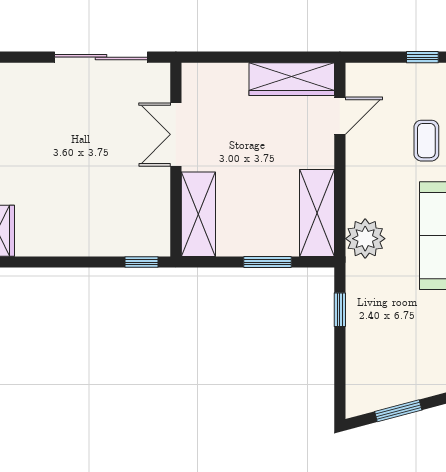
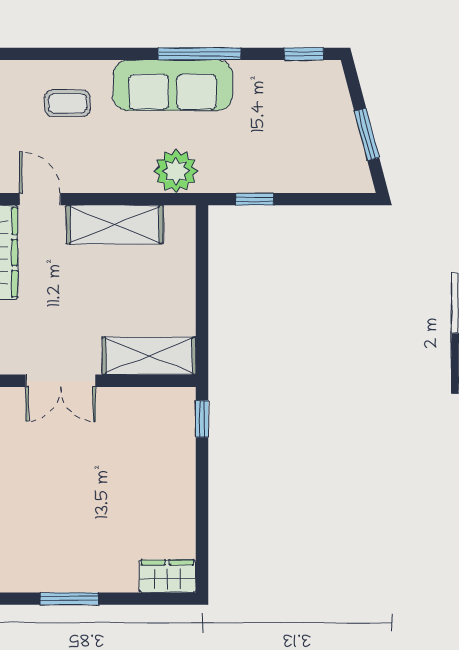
shelving: (317, 213) -> (115, 225), moved
window: (268, 262) -> (202, 279), removed

